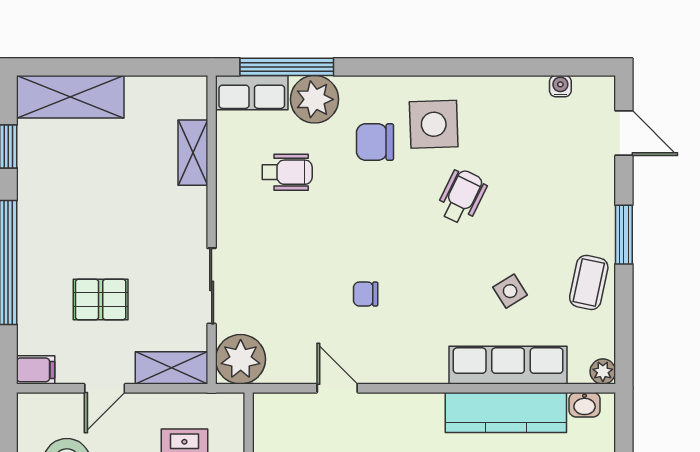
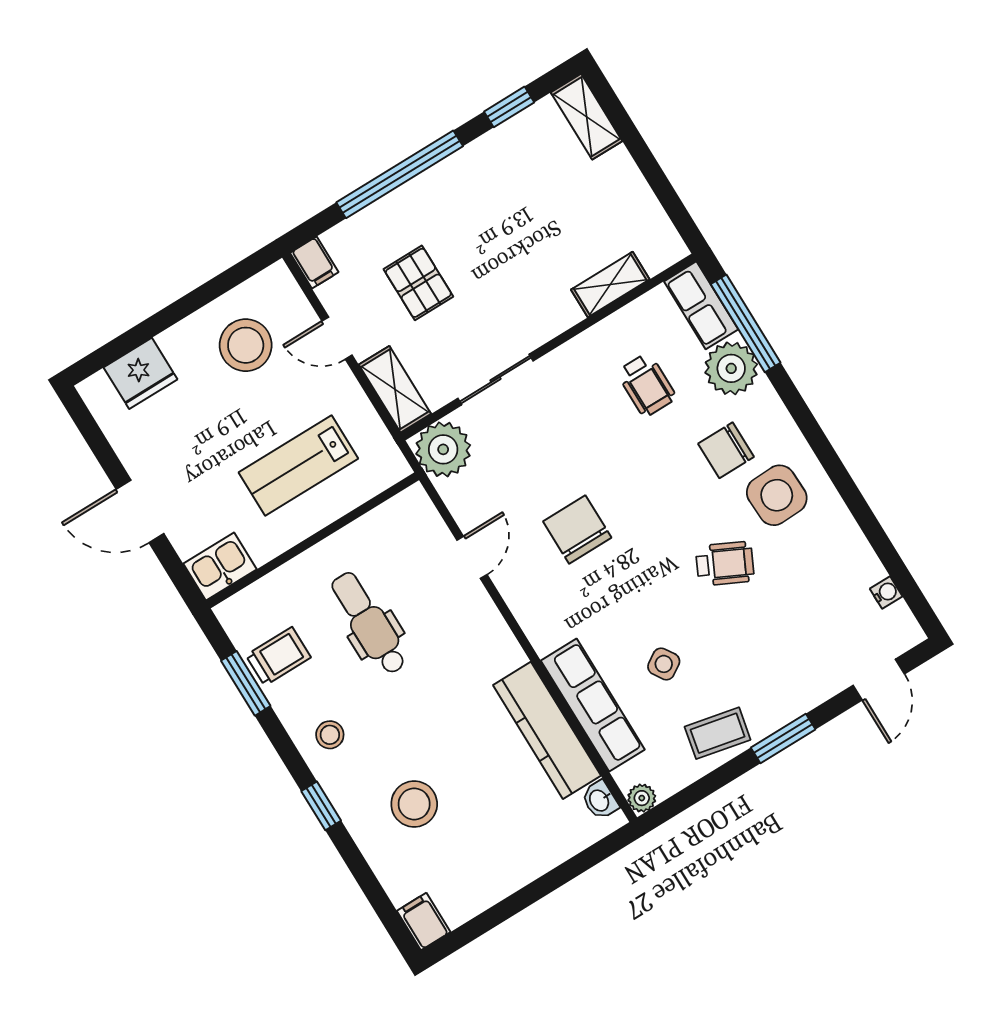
shelving: (70, 97) -> (587, 117), width x0.67, depth x0.75
chair: (375, 142) -> (726, 450), turned -90
chair: (366, 294) -> (577, 530), width x1.87, depth x1.87

